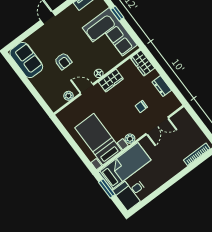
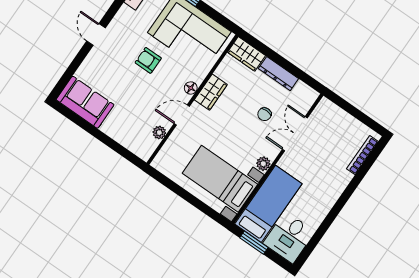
armchair: (63, 61) -> (148, 60), moved, turned 180
dresser: (162, 86) -> (278, 74), width x1.44
double door: (157, 126) -> (295, 134), swing flipped

